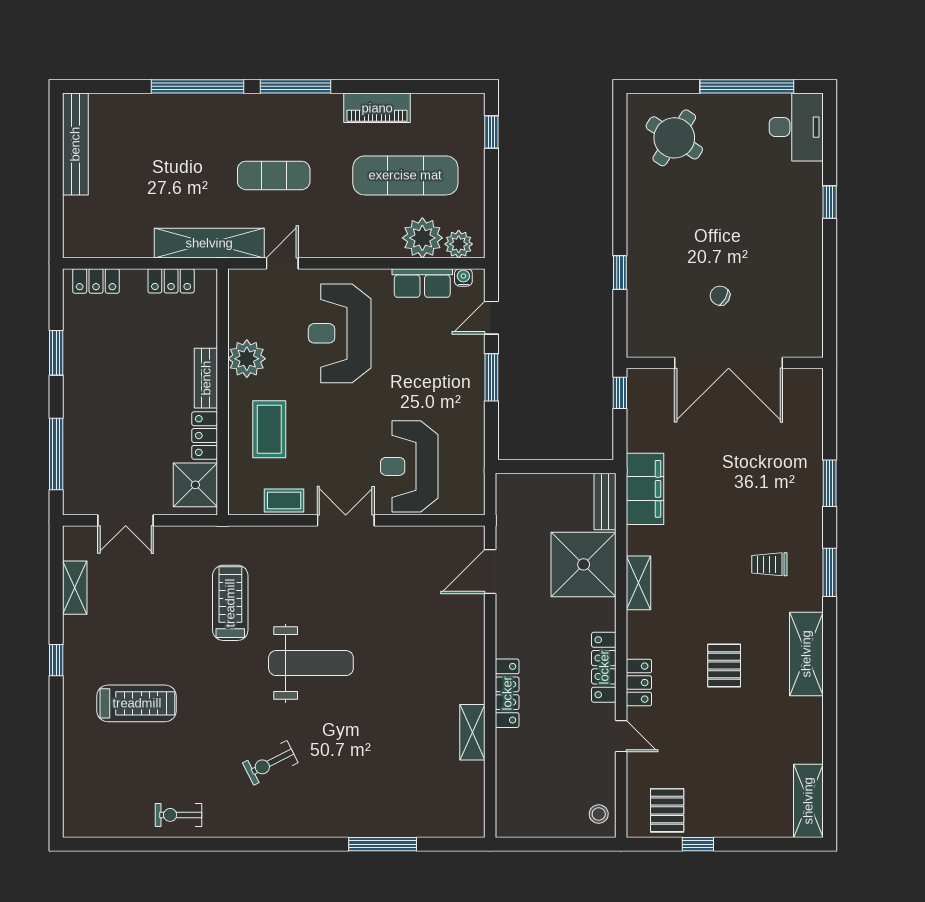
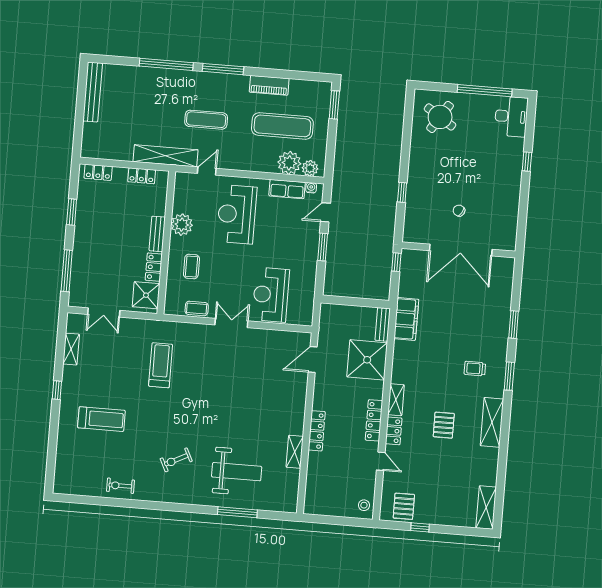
window: (491, 132) -> (334, 105), width x1.50
coffee table: (269, 429) -> (191, 267), width x0.73, depth x0.77
shelving: (639, 583) -> (396, 400), moved
weight bench: (311, 663) -> (237, 472), moved

